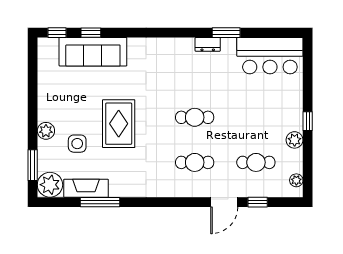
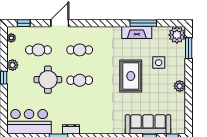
round table: (242, 118) -> (48, 80), added
plant: (46, 131) -> (180, 86), moved
fireplace: (86, 188) -> (137, 33), moved
window: (258, 202) -> (24, 23), moved

